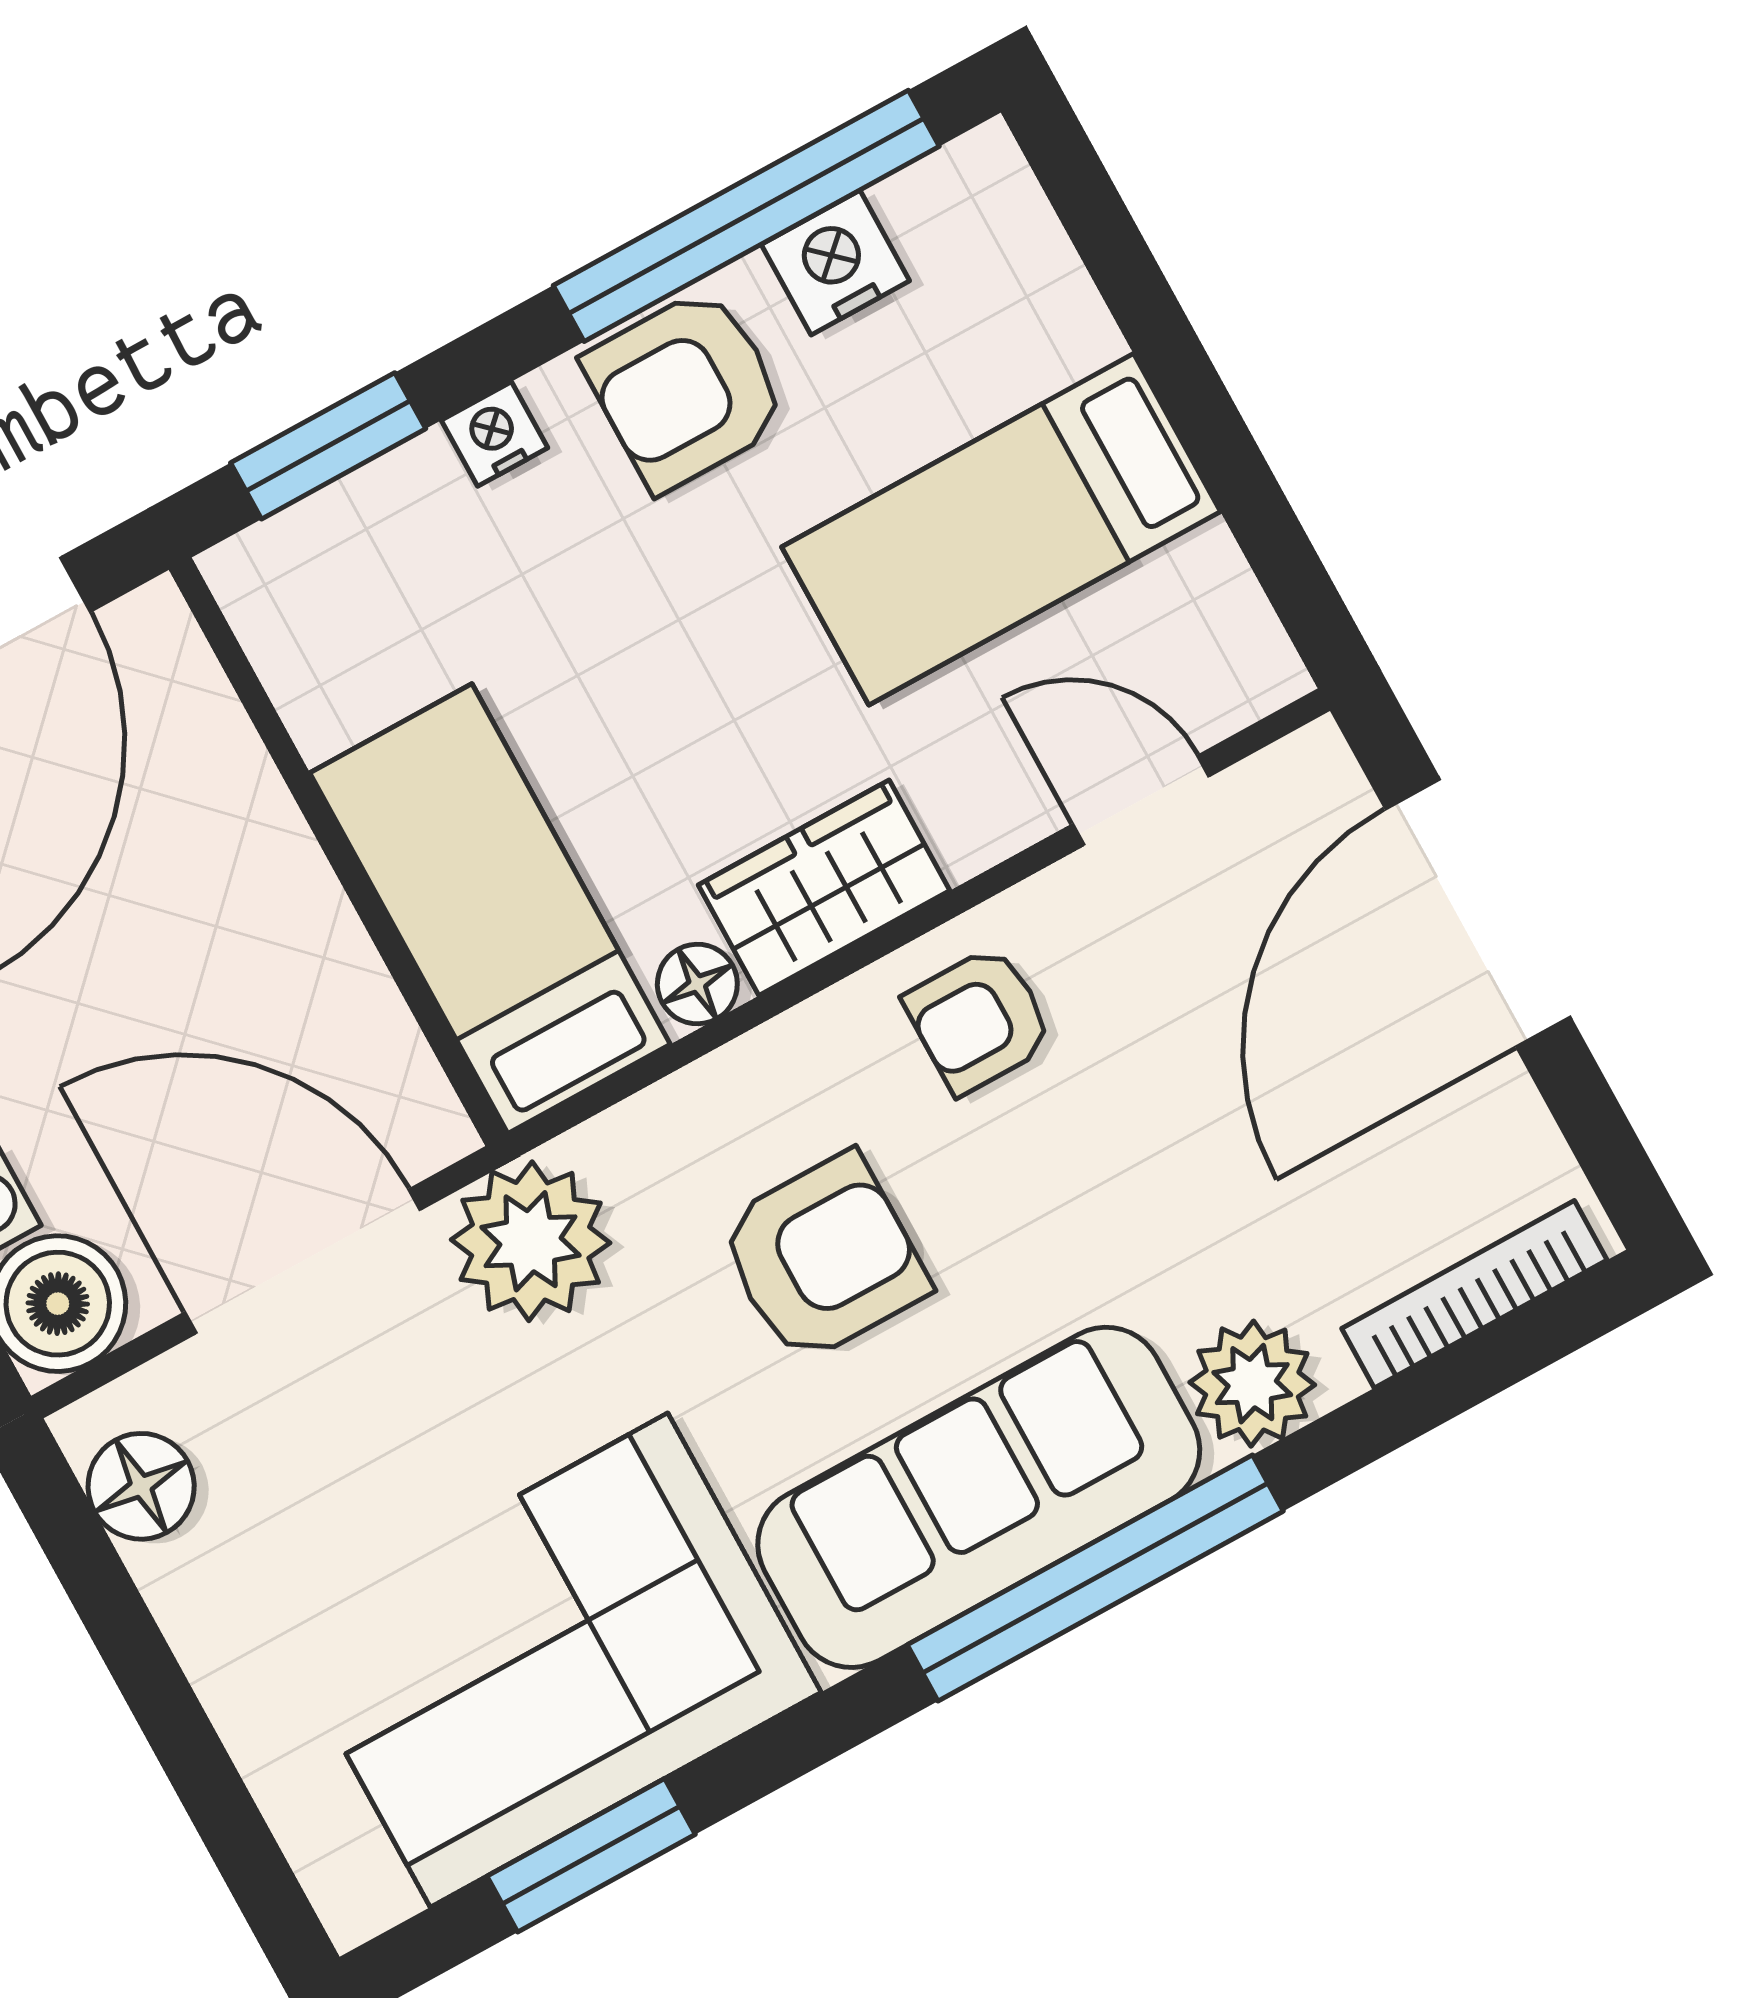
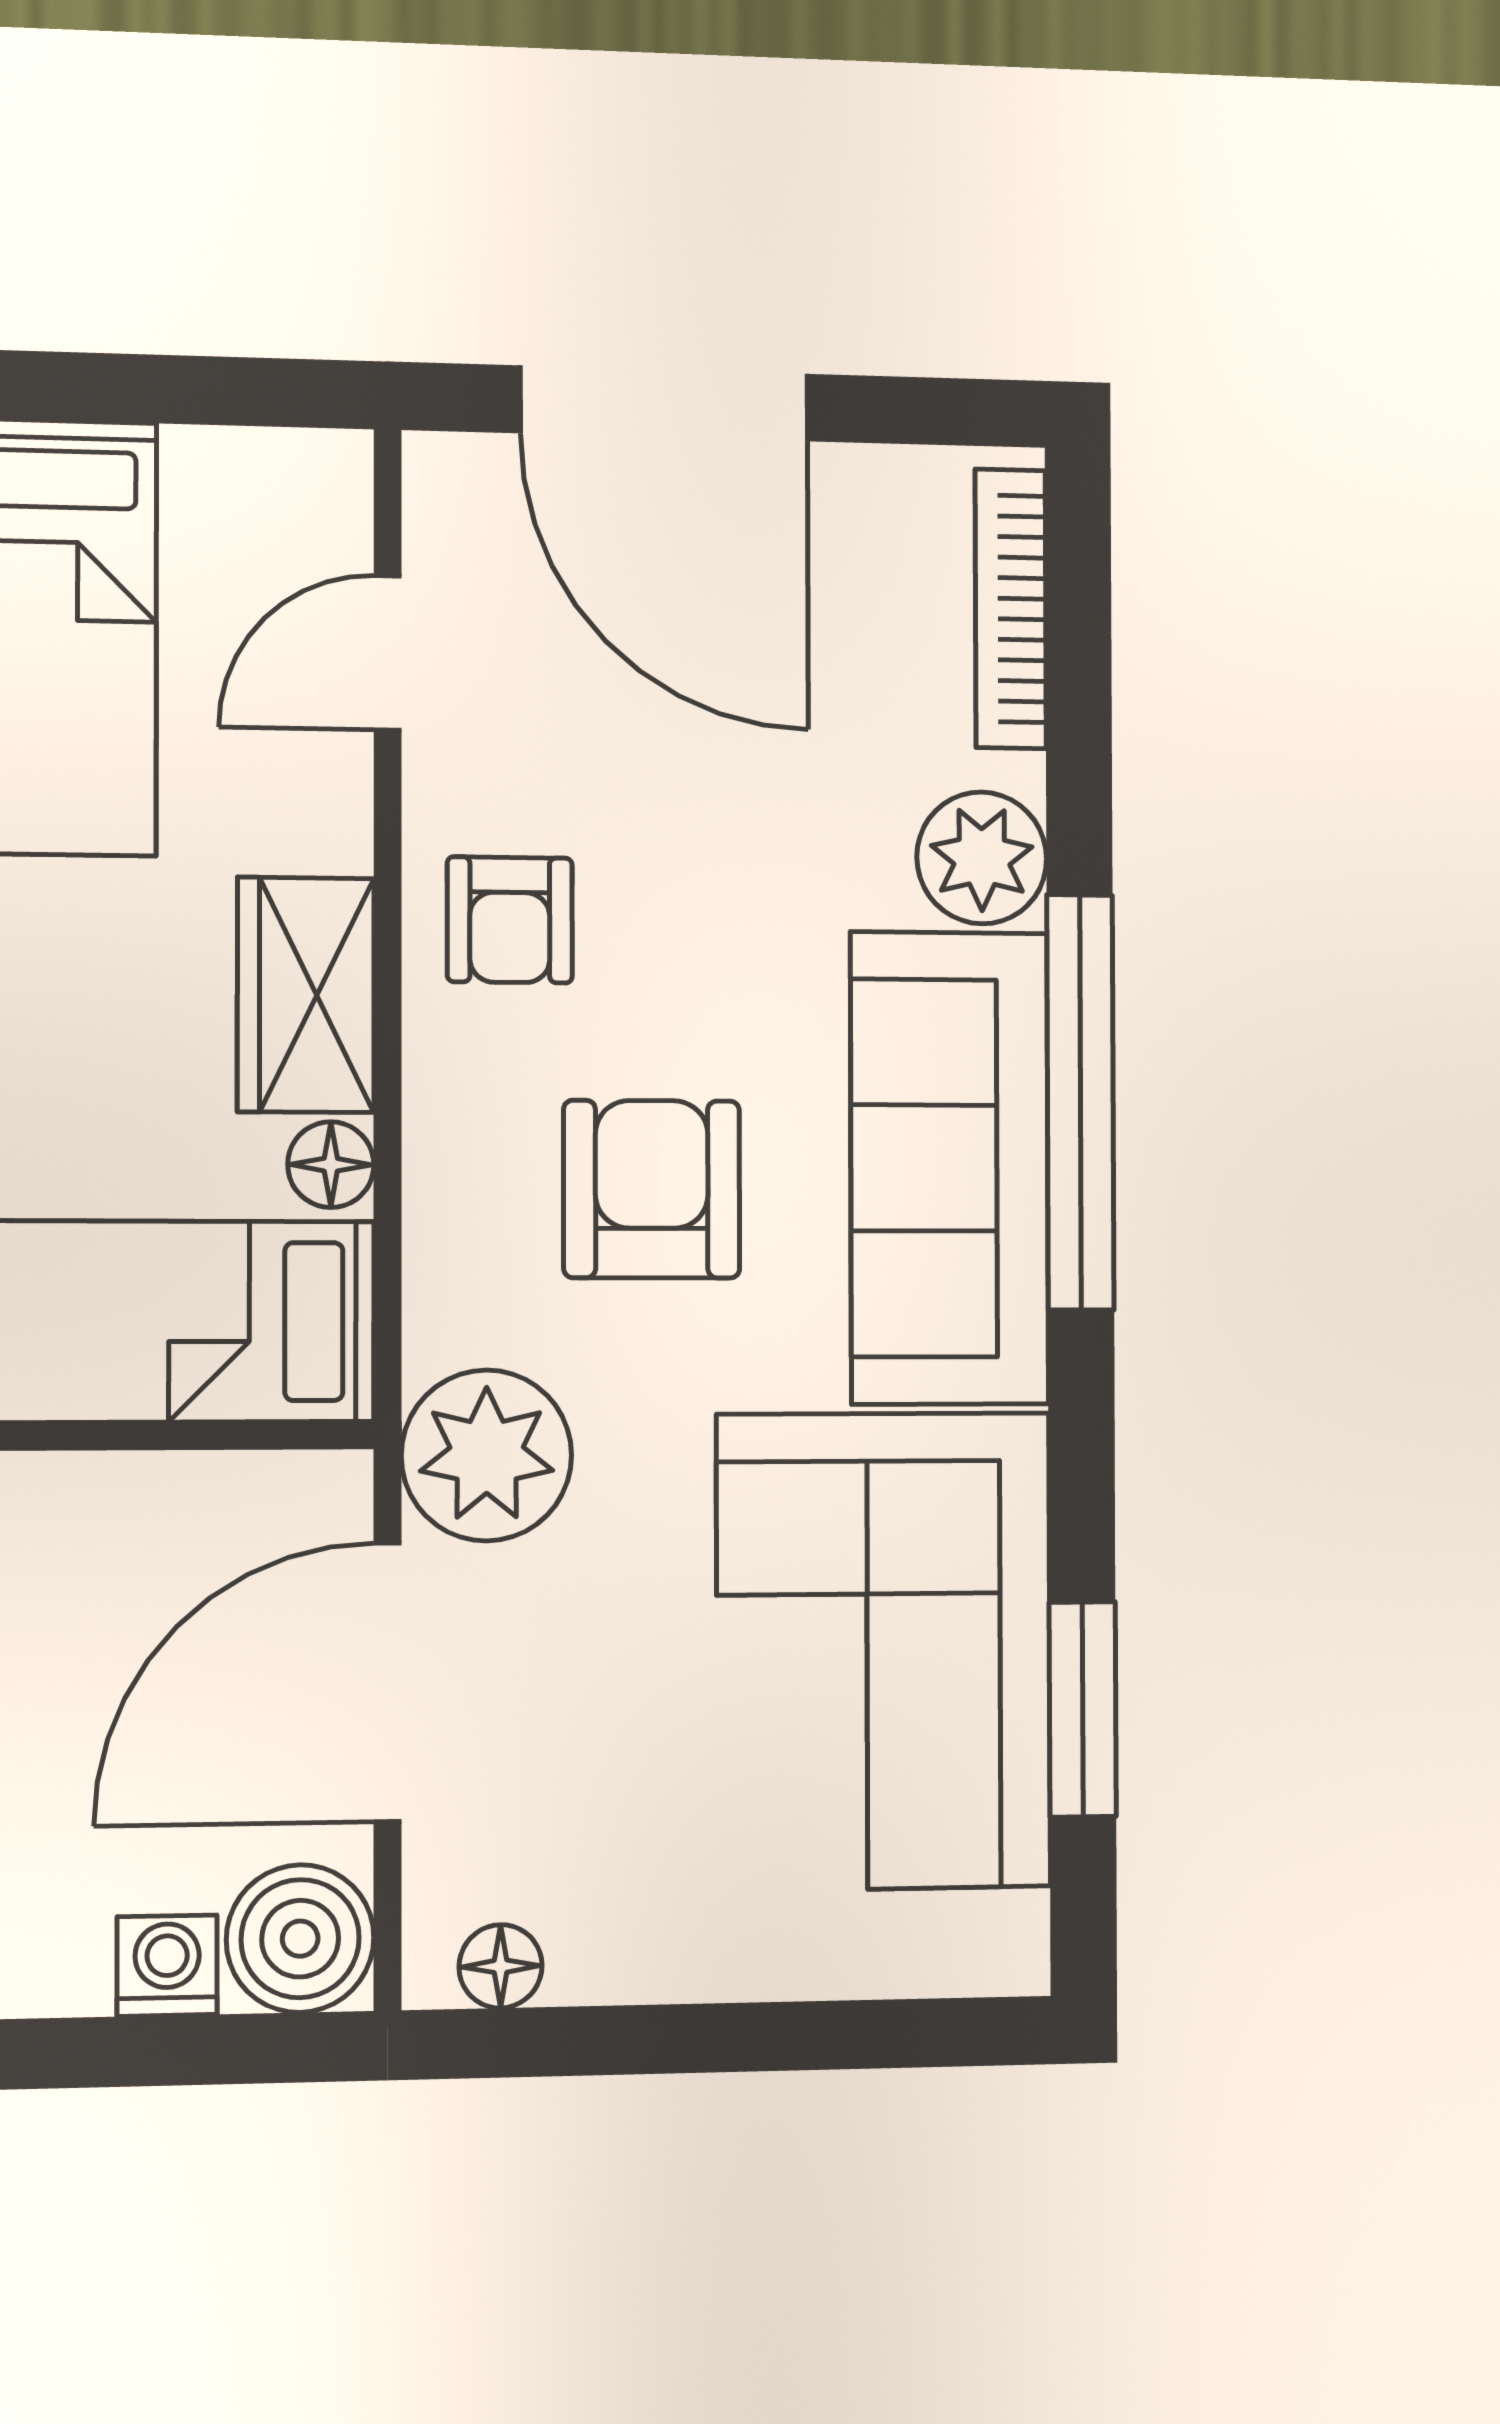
floor lamp: (141, 1486) -> (501, 1966), width x0.73, depth x0.73

